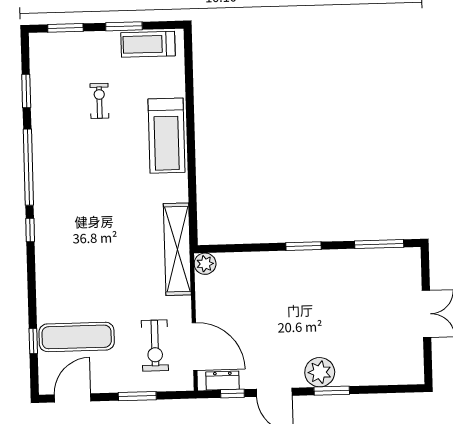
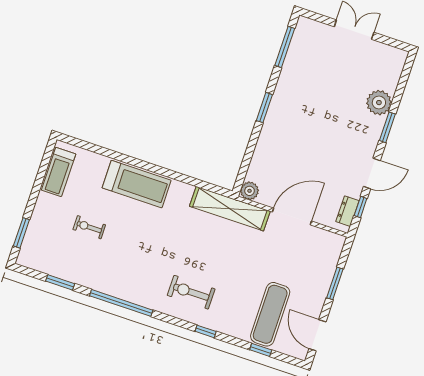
window: (124, 26) -> (37, 186), removed
window: (30, 230) -> (206, 331), moved
exercise bike: (155, 346) -> (191, 292), moved, turned 180
door: (195, 346) -> (292, 217), moved
plant: (320, 372) -> (379, 103), moved

